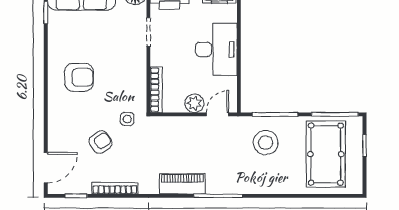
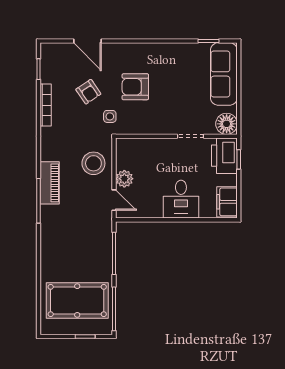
desk: (216, 49) -> (181, 199), width x0.73
armchair: (79, 77) -> (135, 87), moved, turned 90
bookcase: (156, 90) -> (137, 143), removed
stool: (266, 143) -> (93, 163), moved
door: (46, 168) -> (87, 41), moved
piano: (182, 184) -> (50, 183), moved

